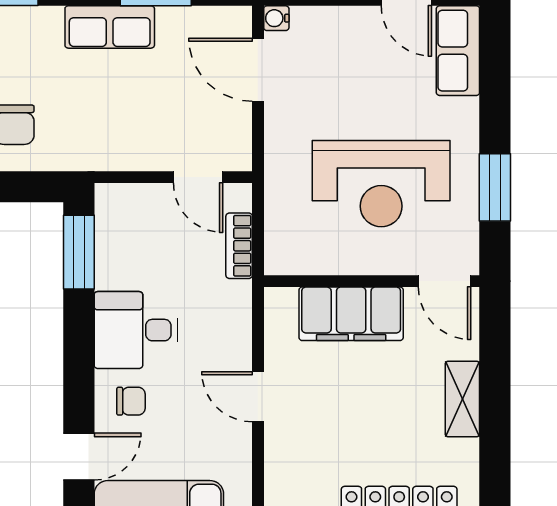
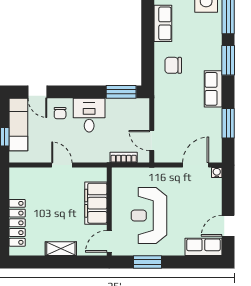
row of seats: (110, 27) -> (213, 89), moved
door: (198, 177) -> (152, 141), hinge flipped
door: (258, 397) -> (62, 165), hinge flipped

